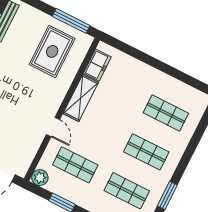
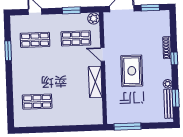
rug: (52, 51) -> (132, 71), moved
freezer: (97, 65) -> (96, 108), removed
shop shelf: (146, 152) -> (36, 71), removed

